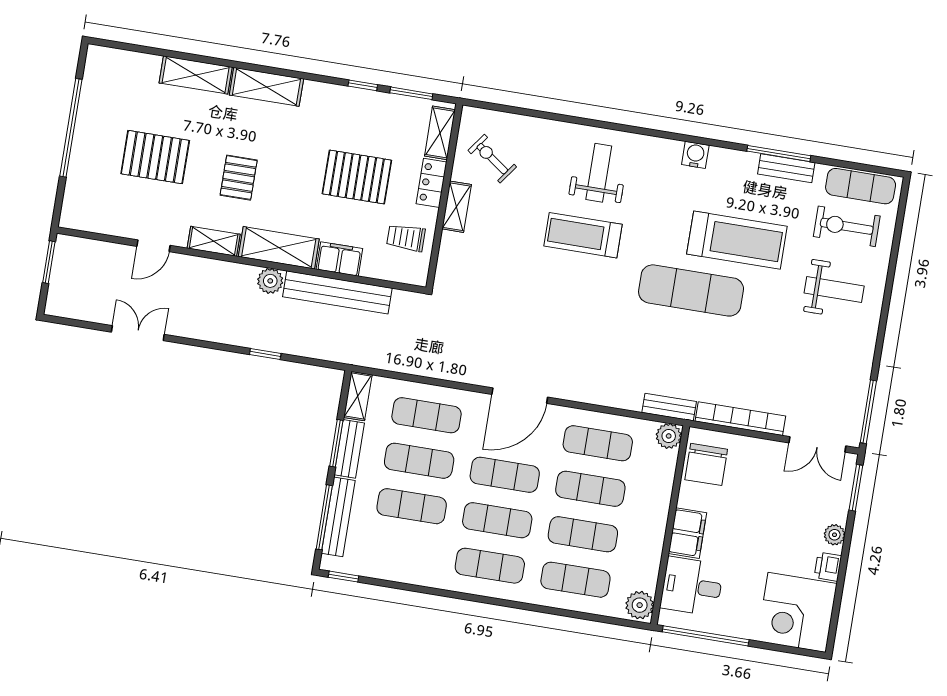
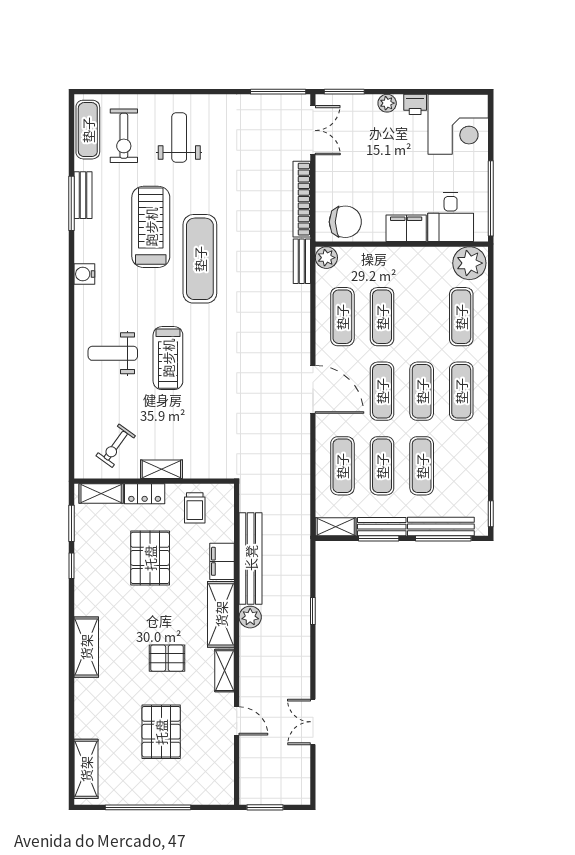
shelving: (196, 75) -> (86, 769), moved
exercise mat: (583, 534) -> (422, 317), removed
plant: (640, 605) -> (469, 263), width x1.36, depth x1.36

